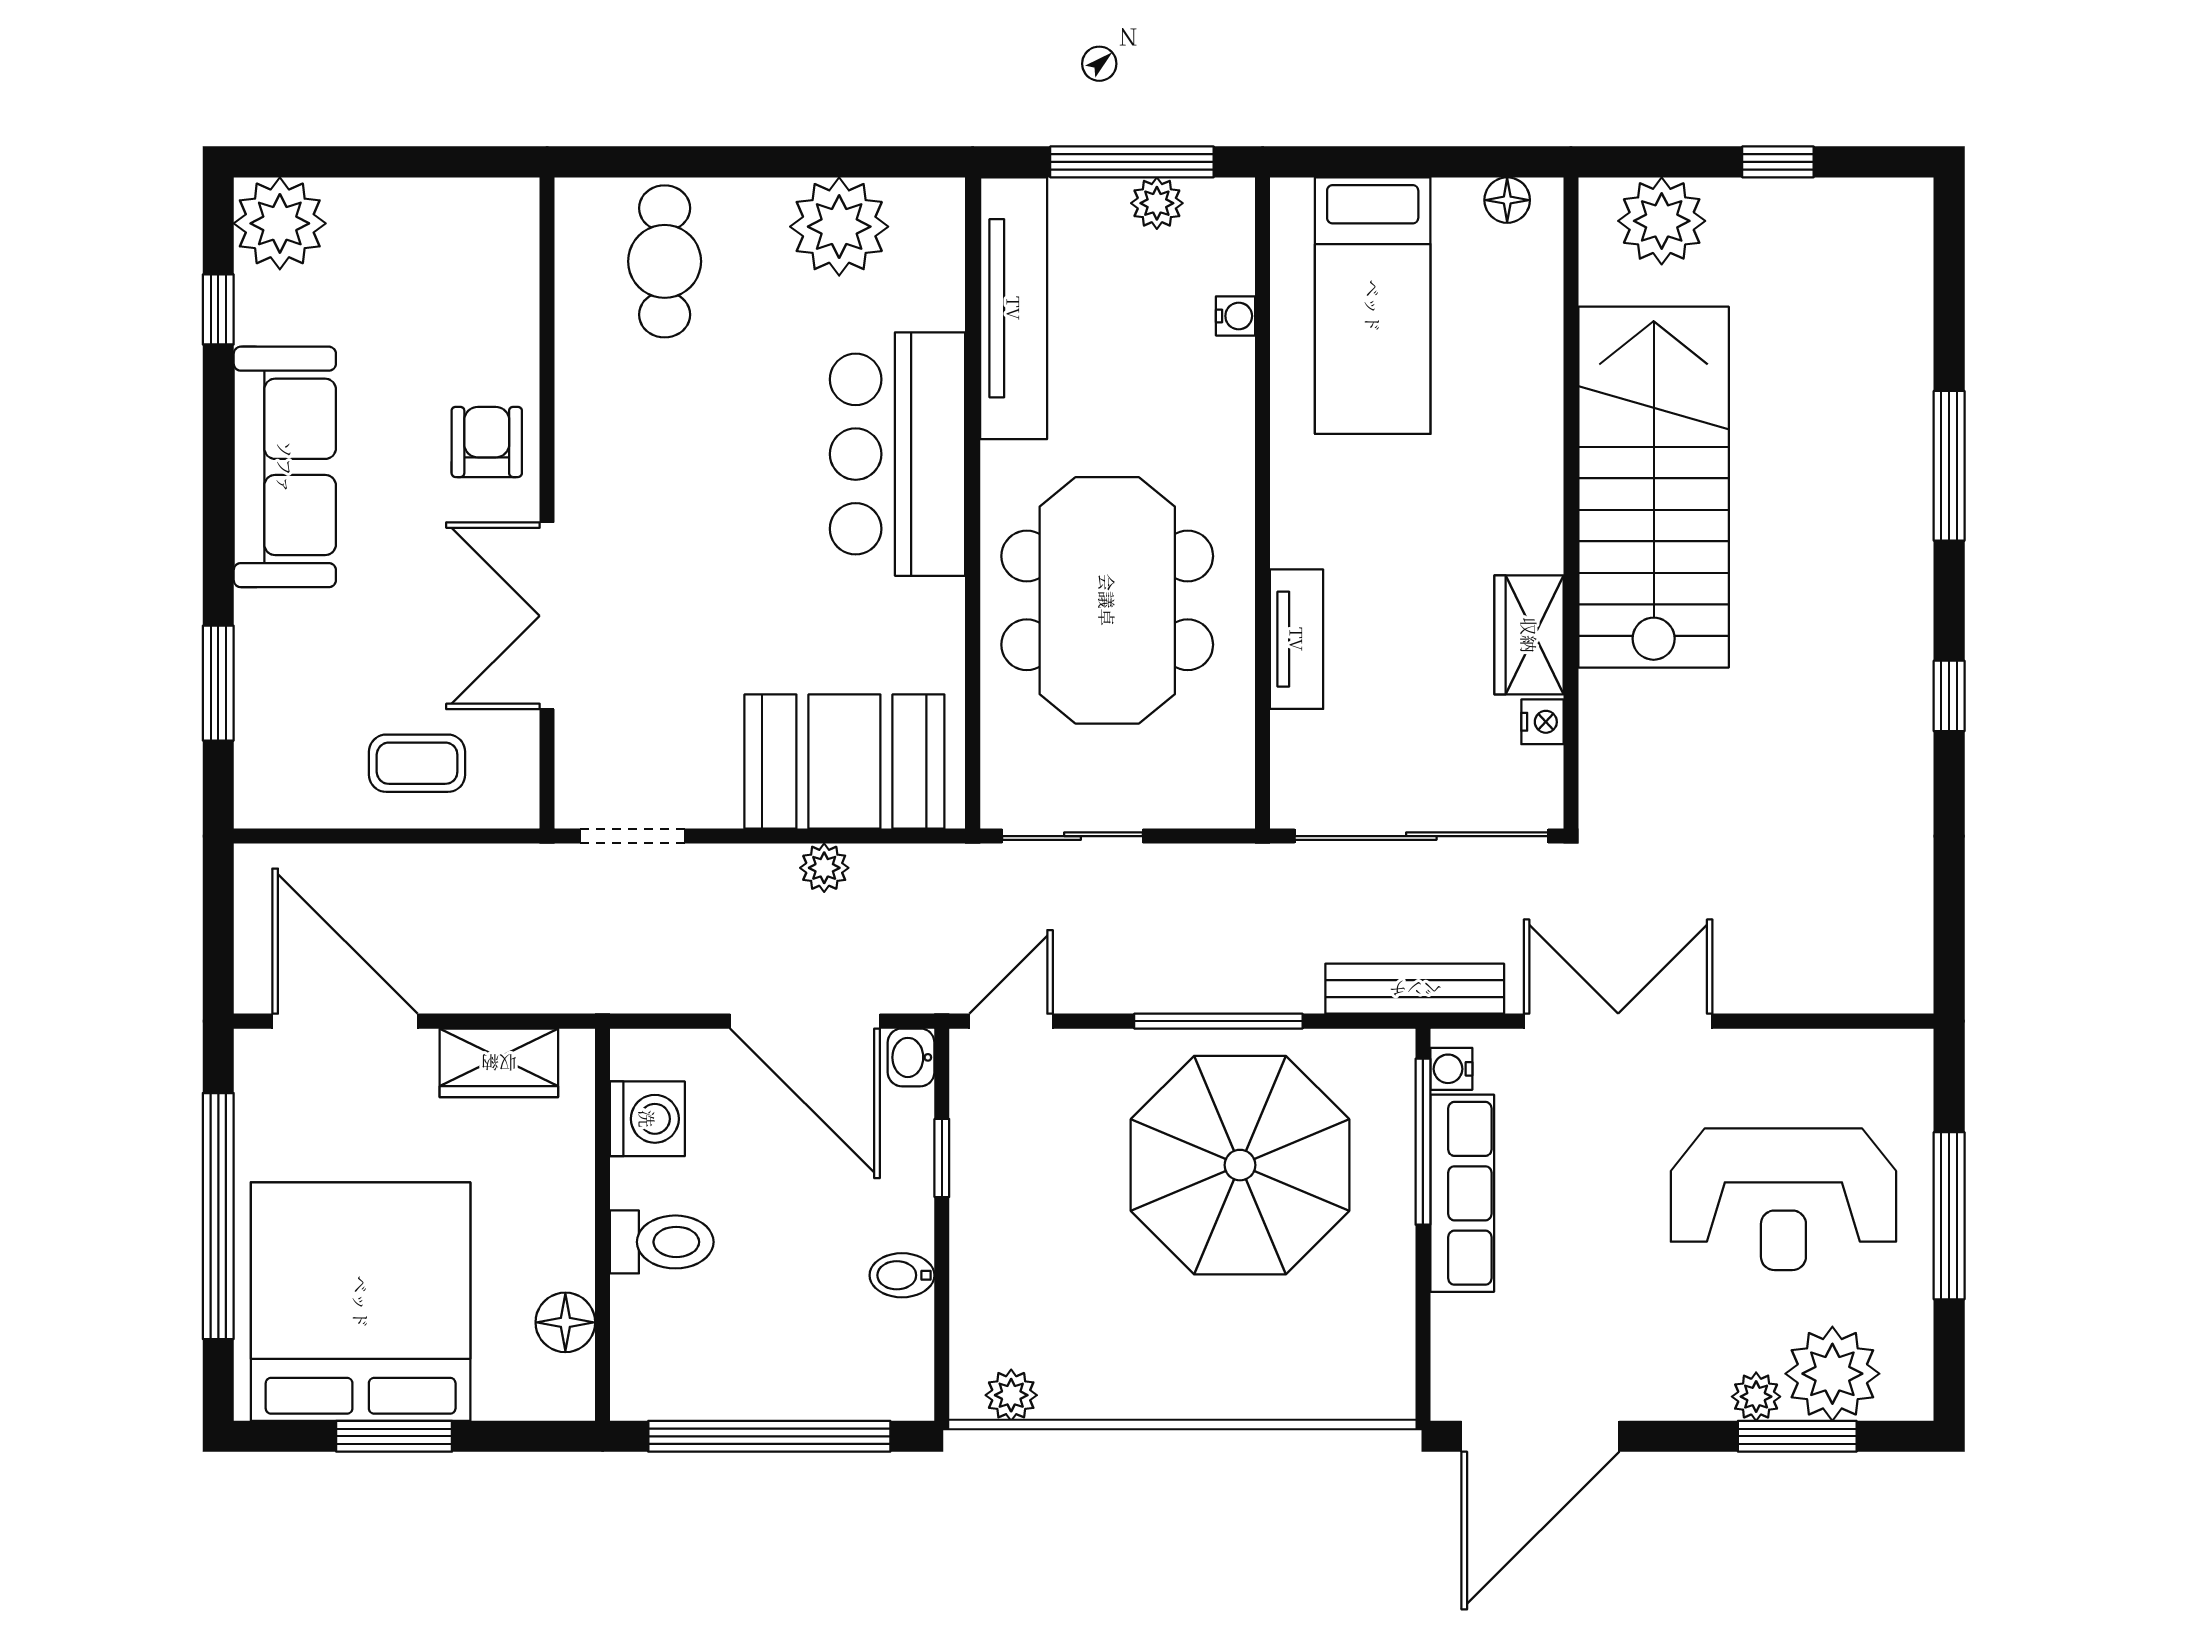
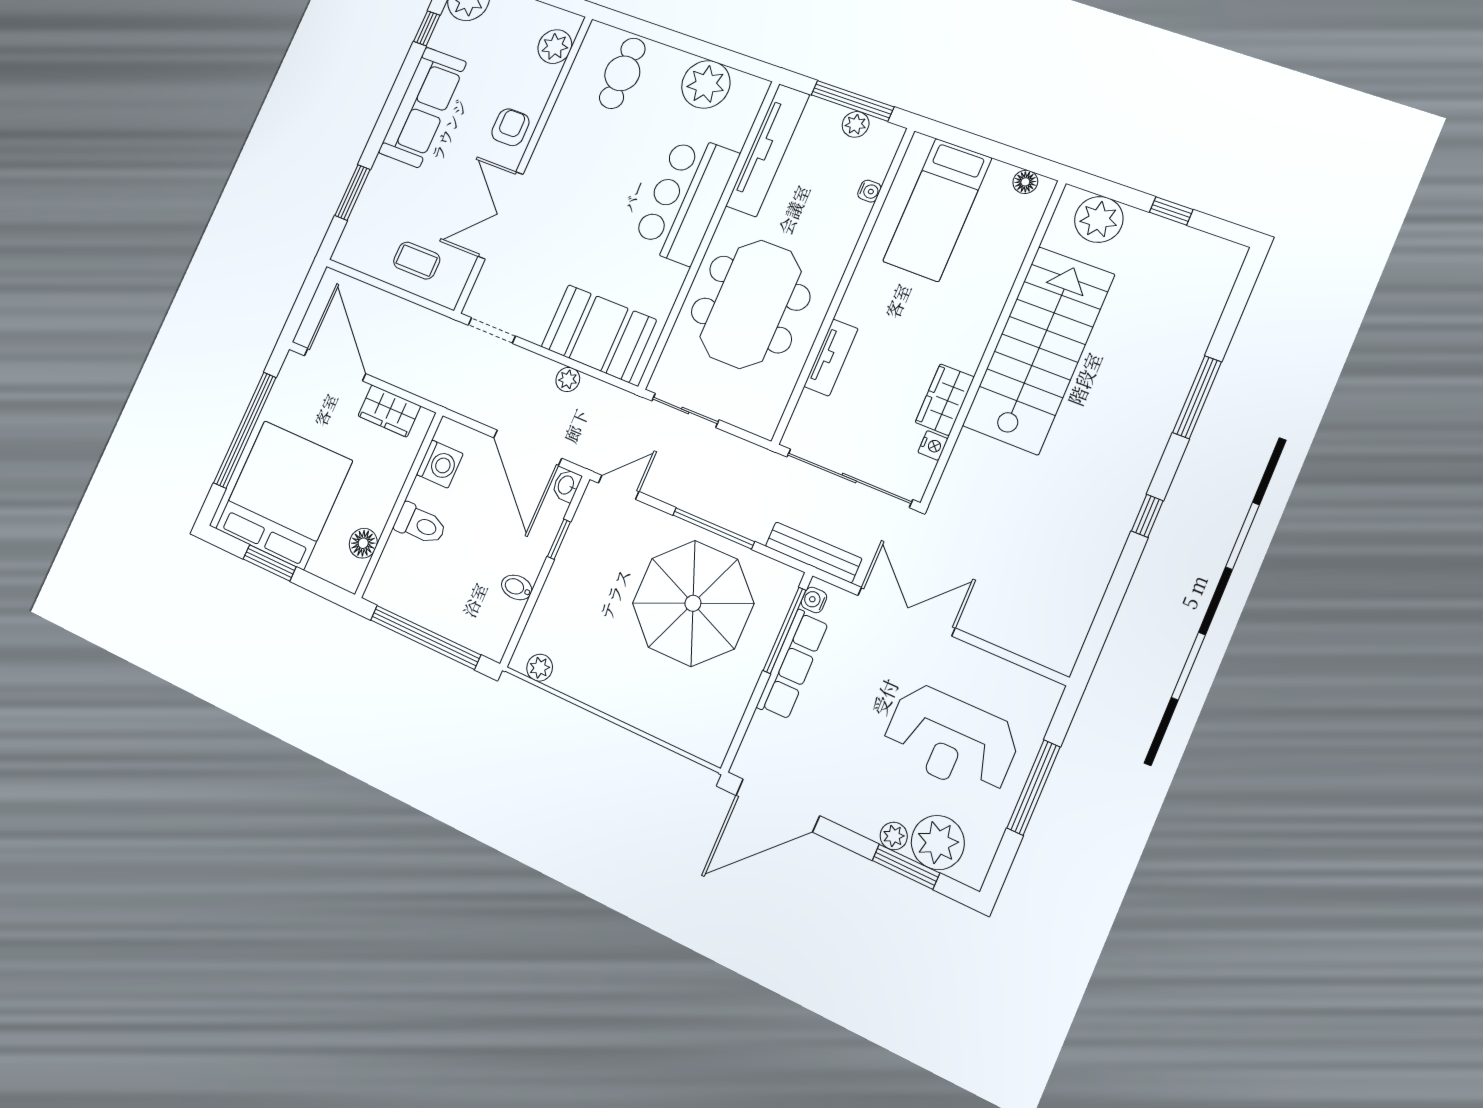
plant: (504, 256) -> (555, 47), added

